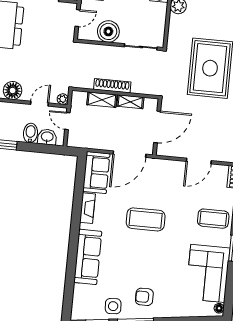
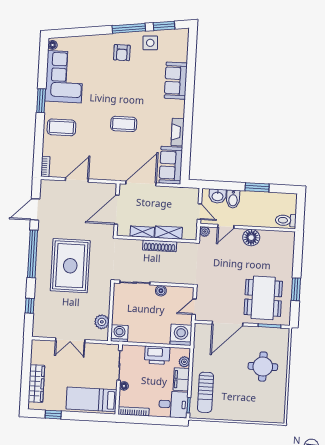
boiler: (108, 31) -> (161, 291), width x0.54, depth x0.54
coffee table: (146, 219) -> (124, 124), width x0.73, depth x0.76
sofa: (88, 257) -> (176, 81), width x0.73
armchair: (144, 297) -> (122, 53), turned 90

